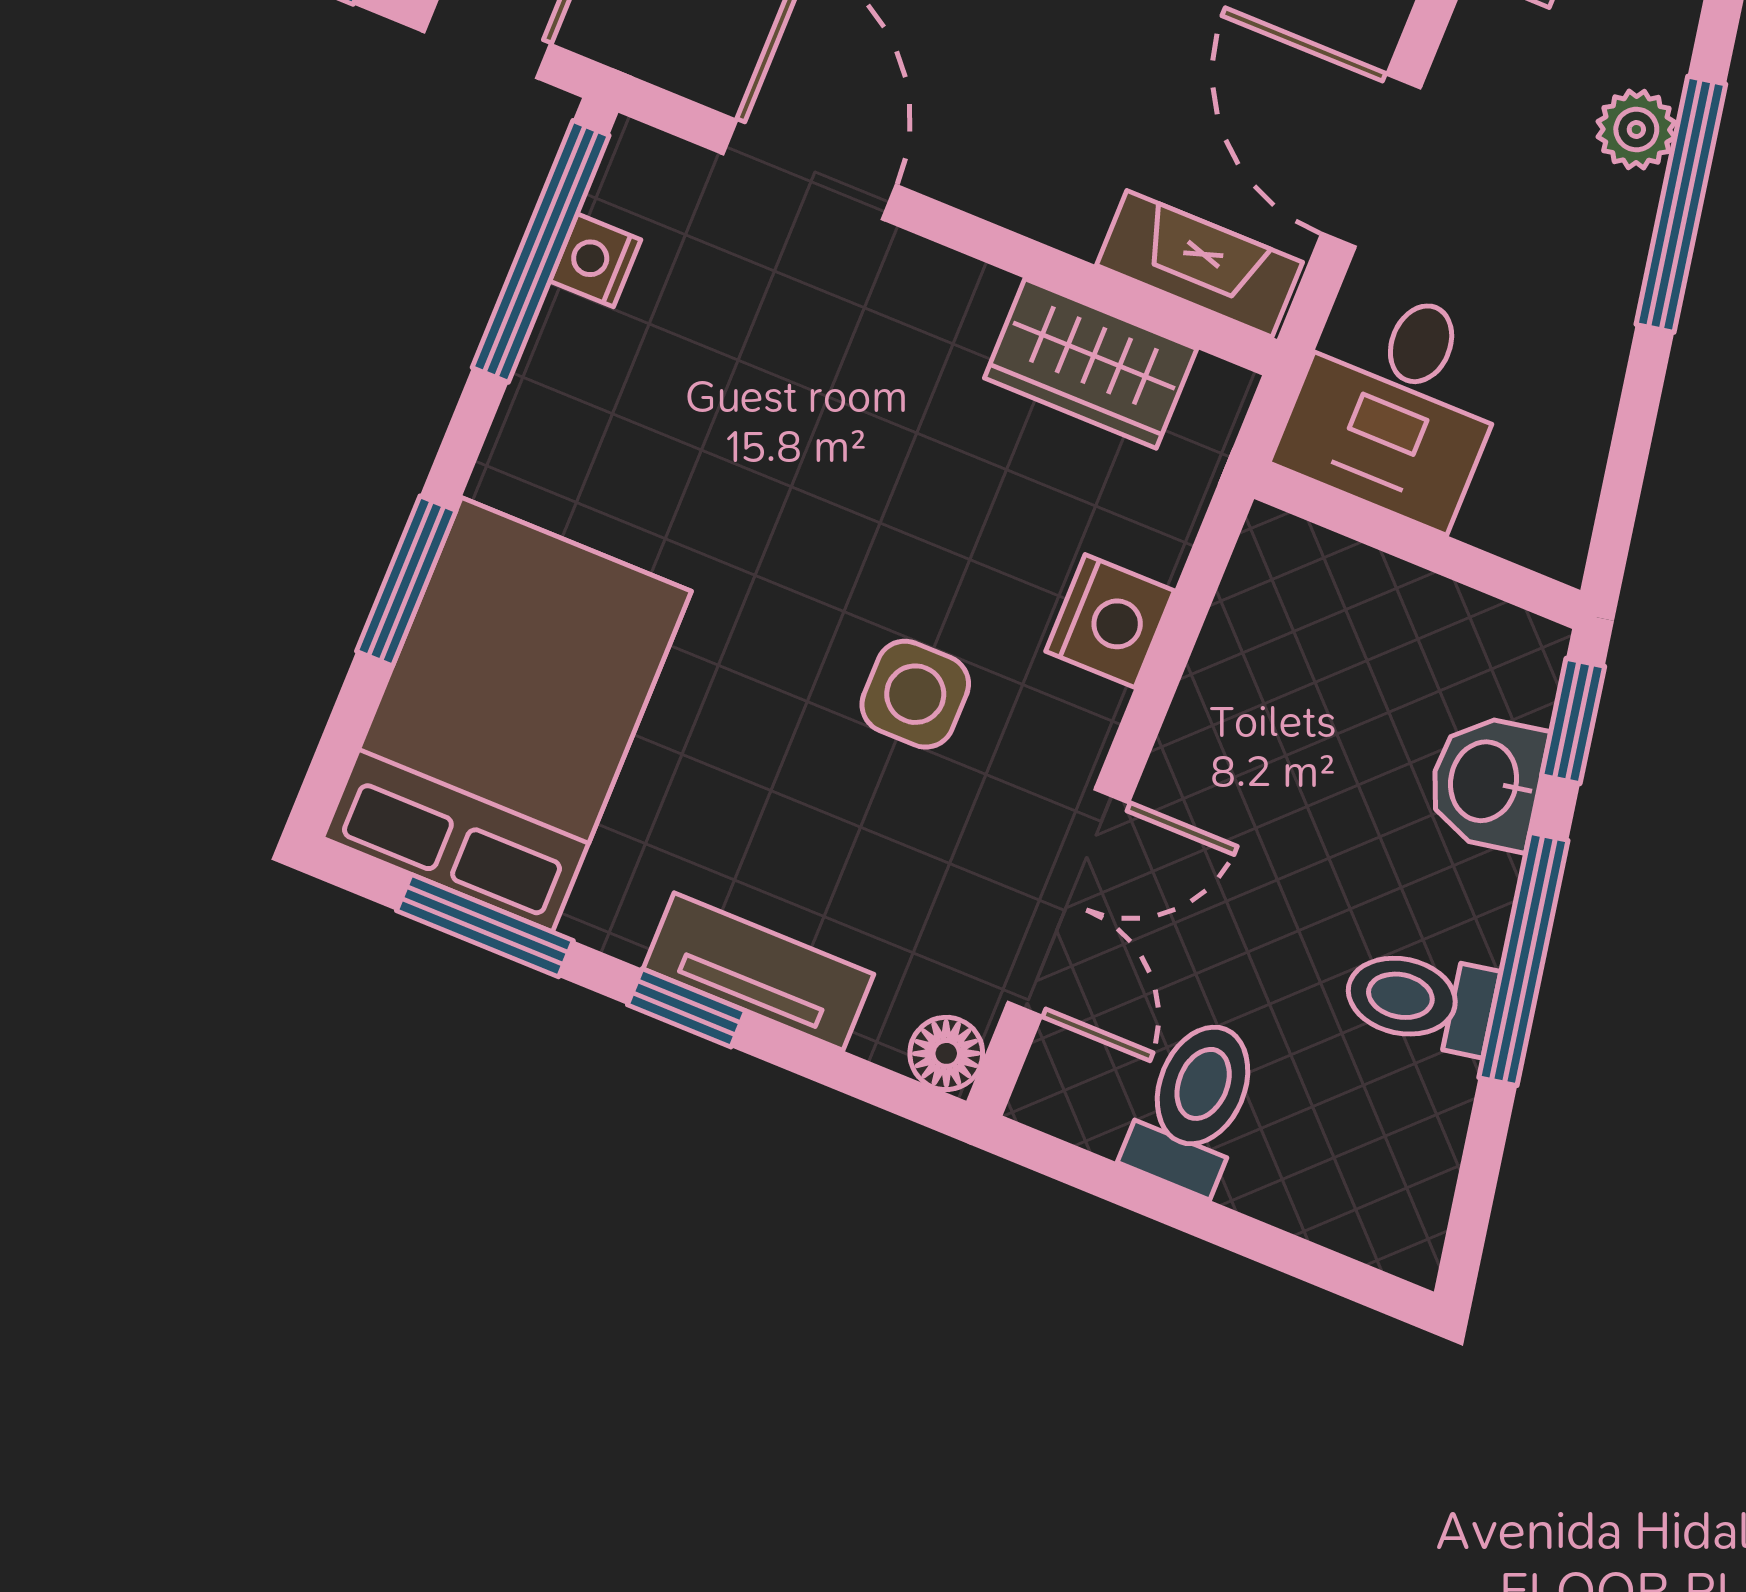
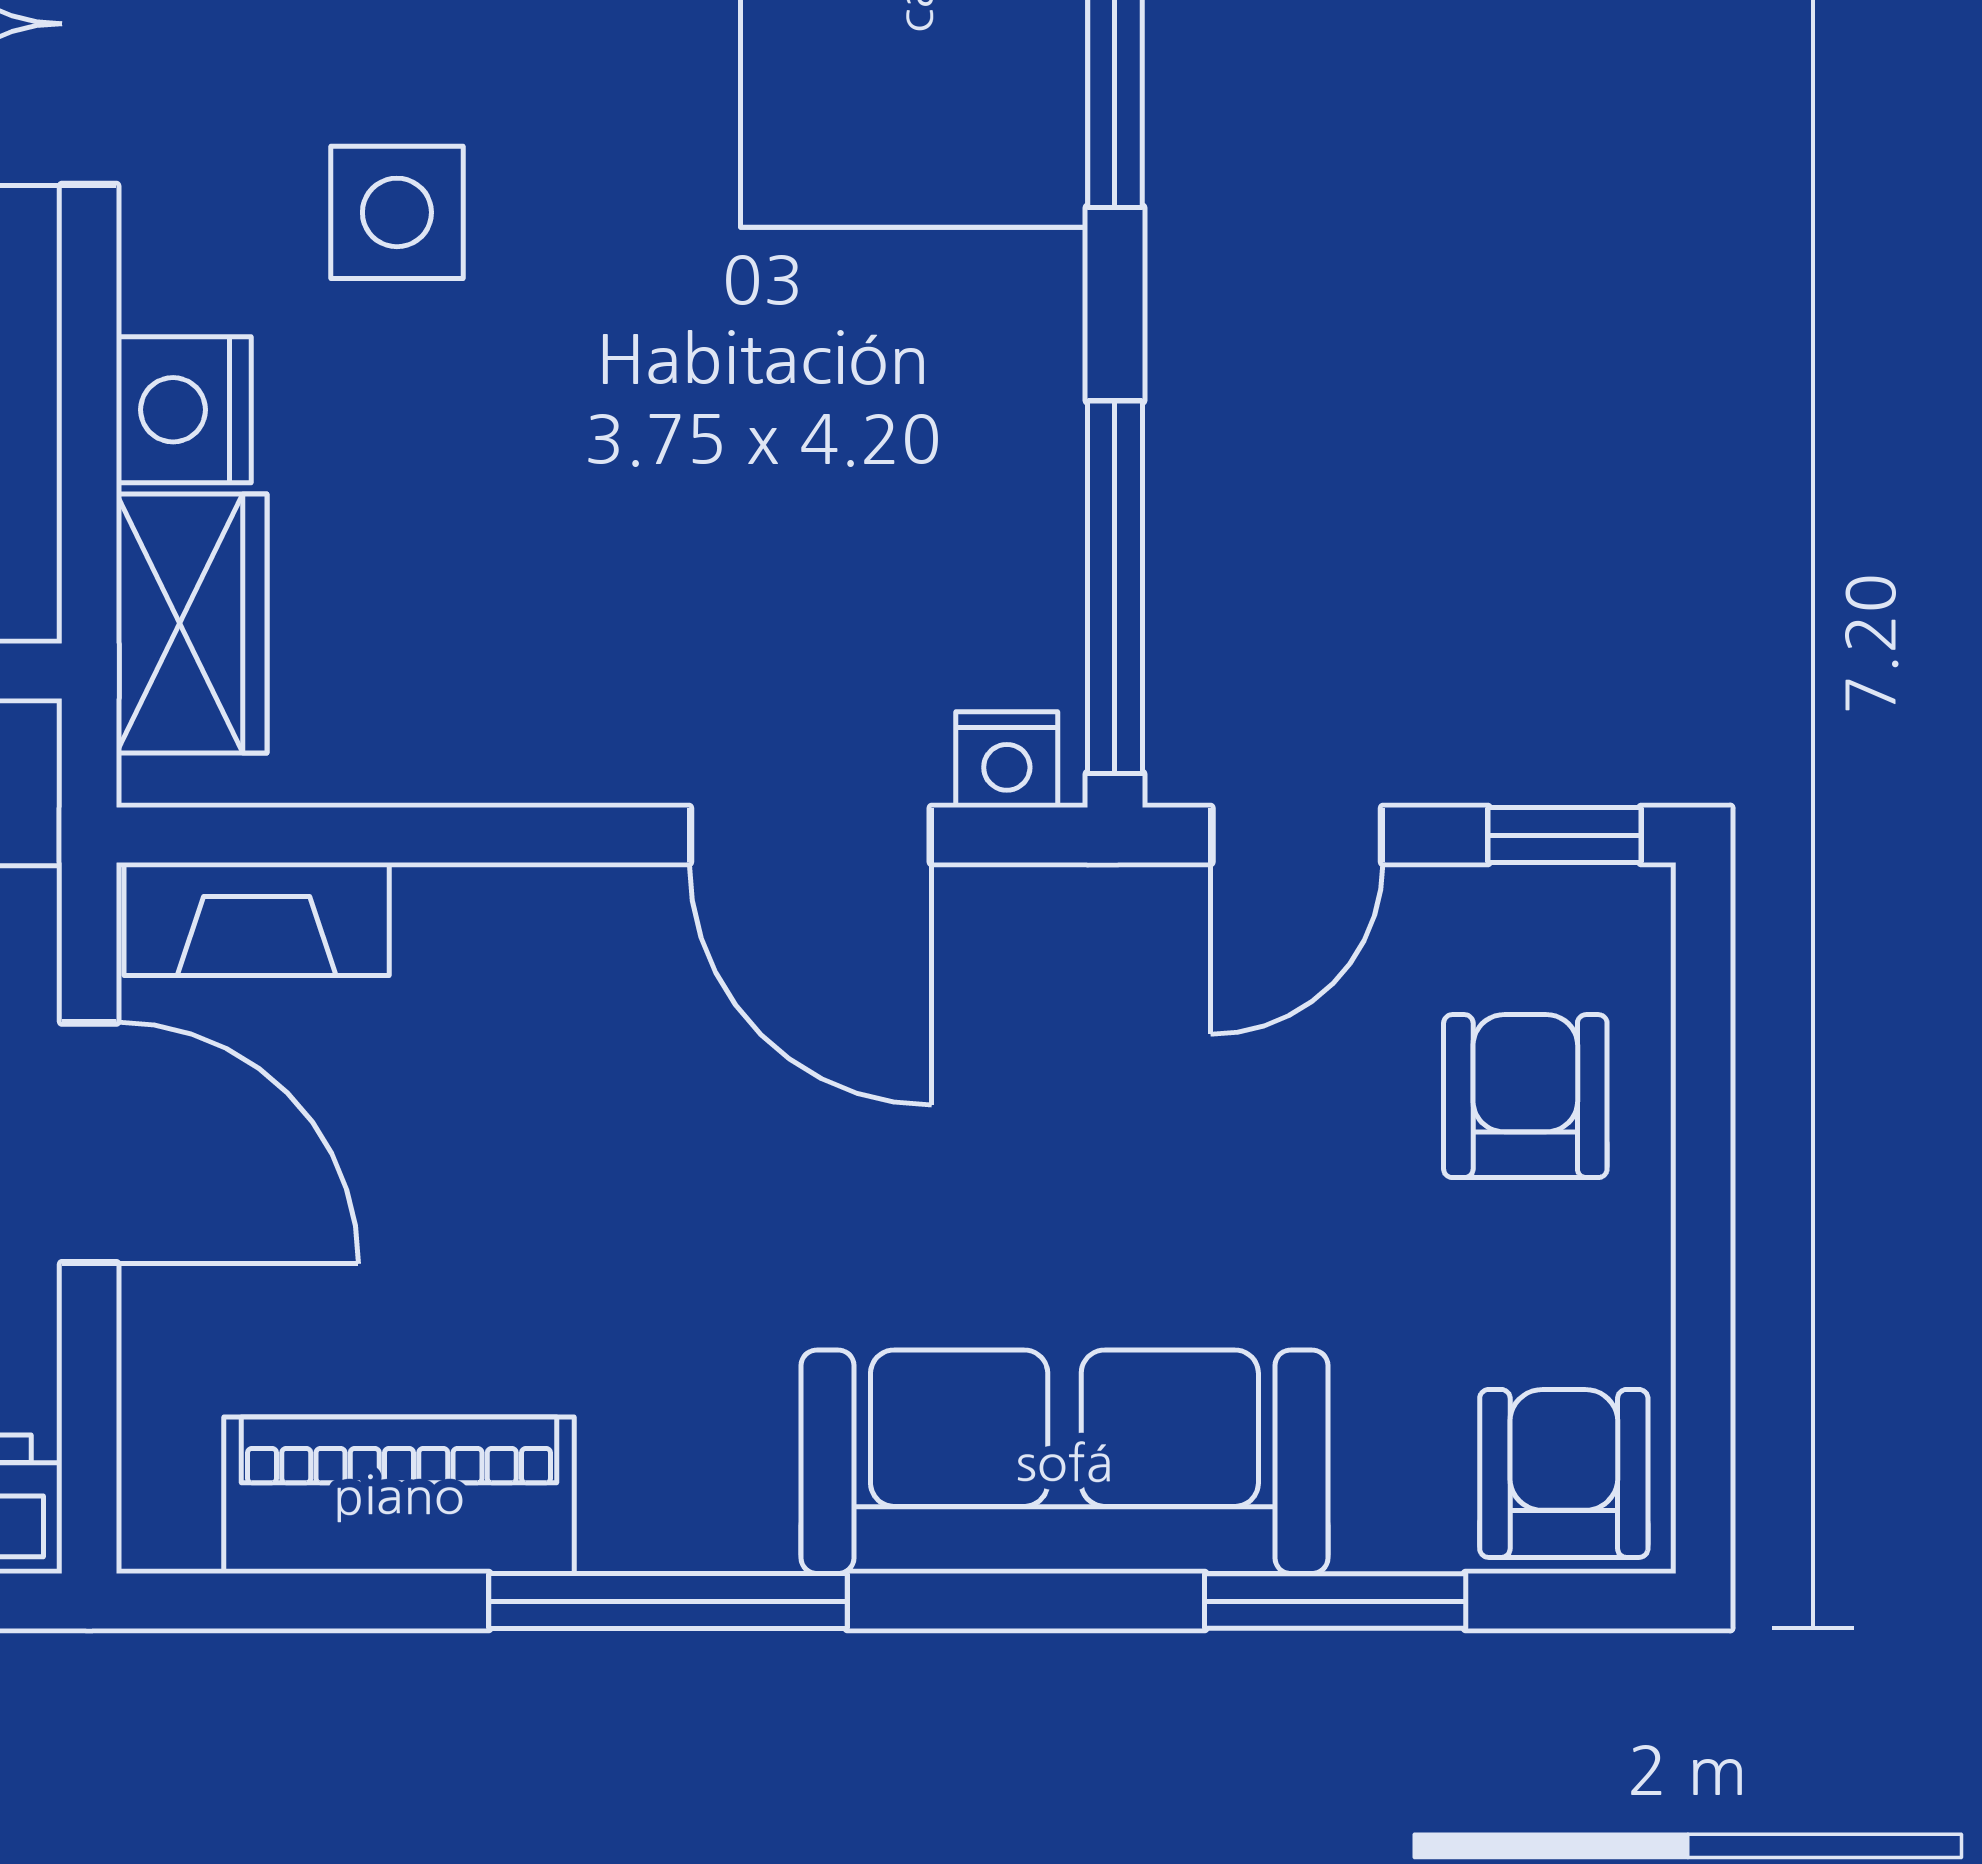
nightstand: (595, 260) -> (1007, 760), moved, turned 90
wardrobe: (1091, 363) -> (192, 623), moved, turned 90

